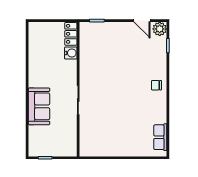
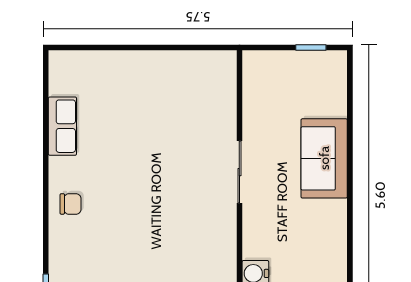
row of seats: (160, 137) -> (62, 126), moved

